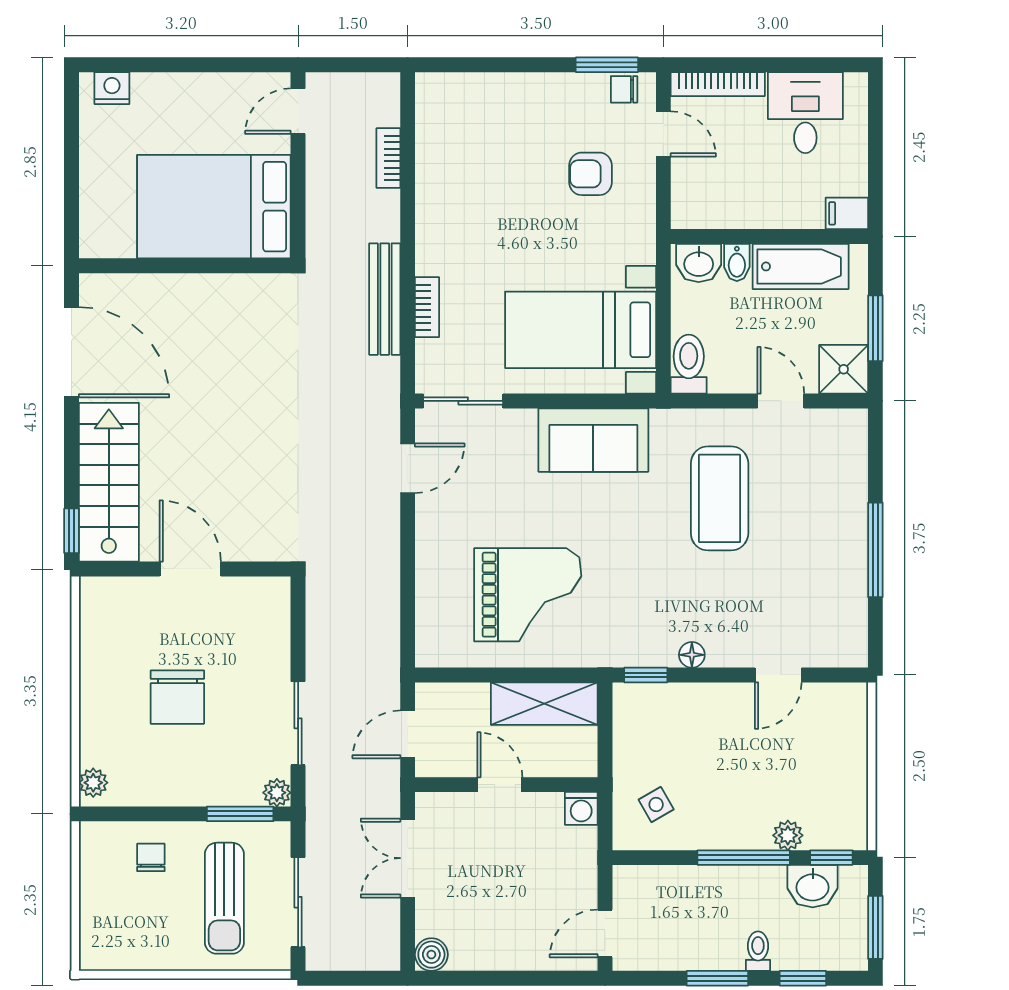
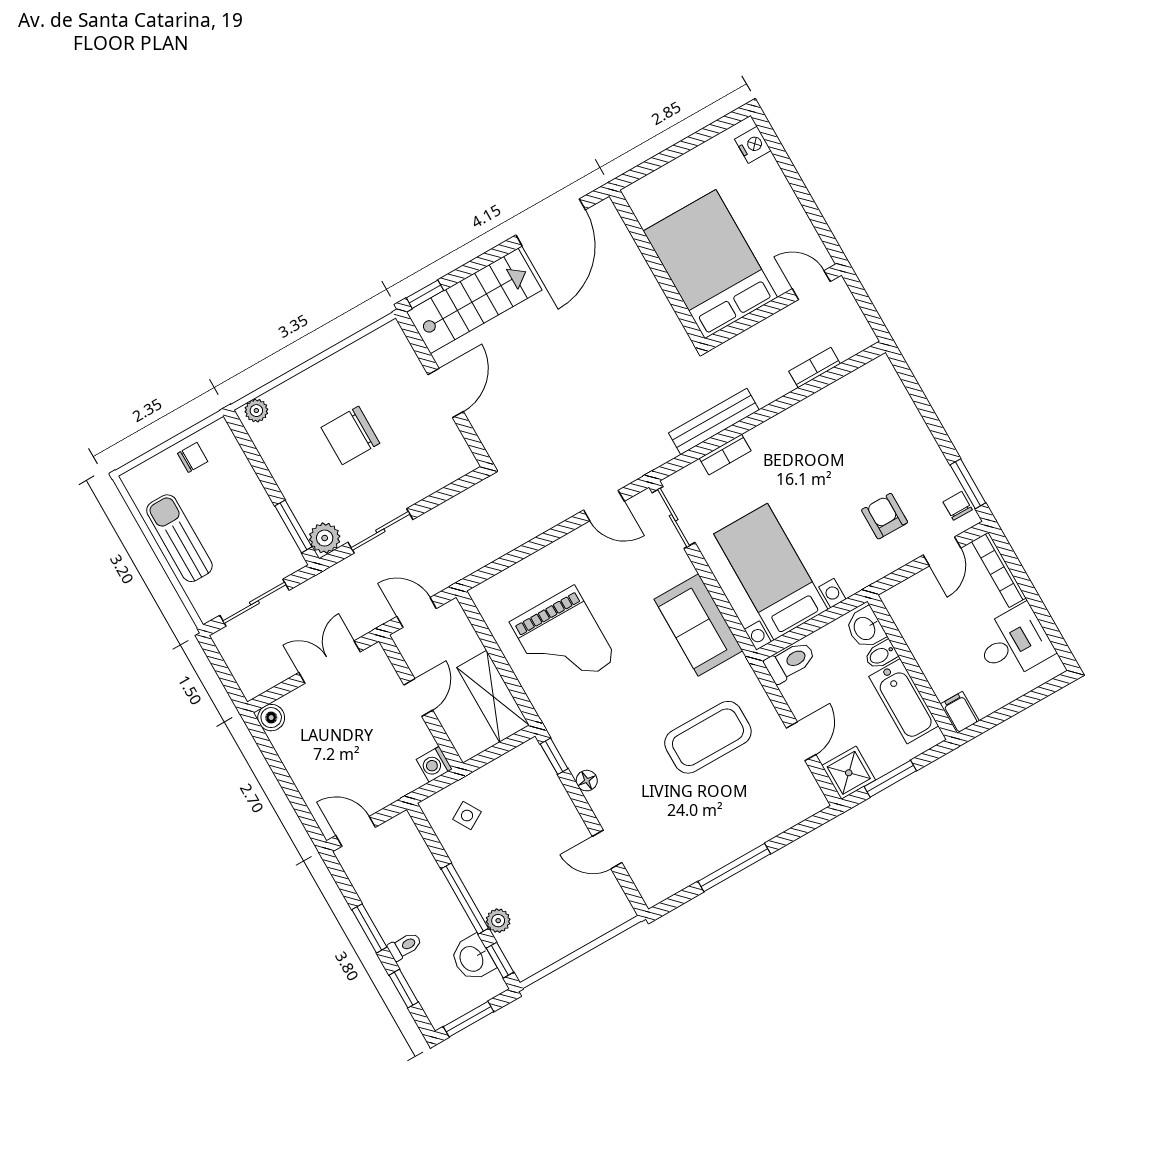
plant: (277, 793) -> (325, 538), width x1.38, depth x1.38
chair: (151, 857) -> (193, 457), moved
sun lounger: (224, 898) -> (179, 538), moved, turned 90

